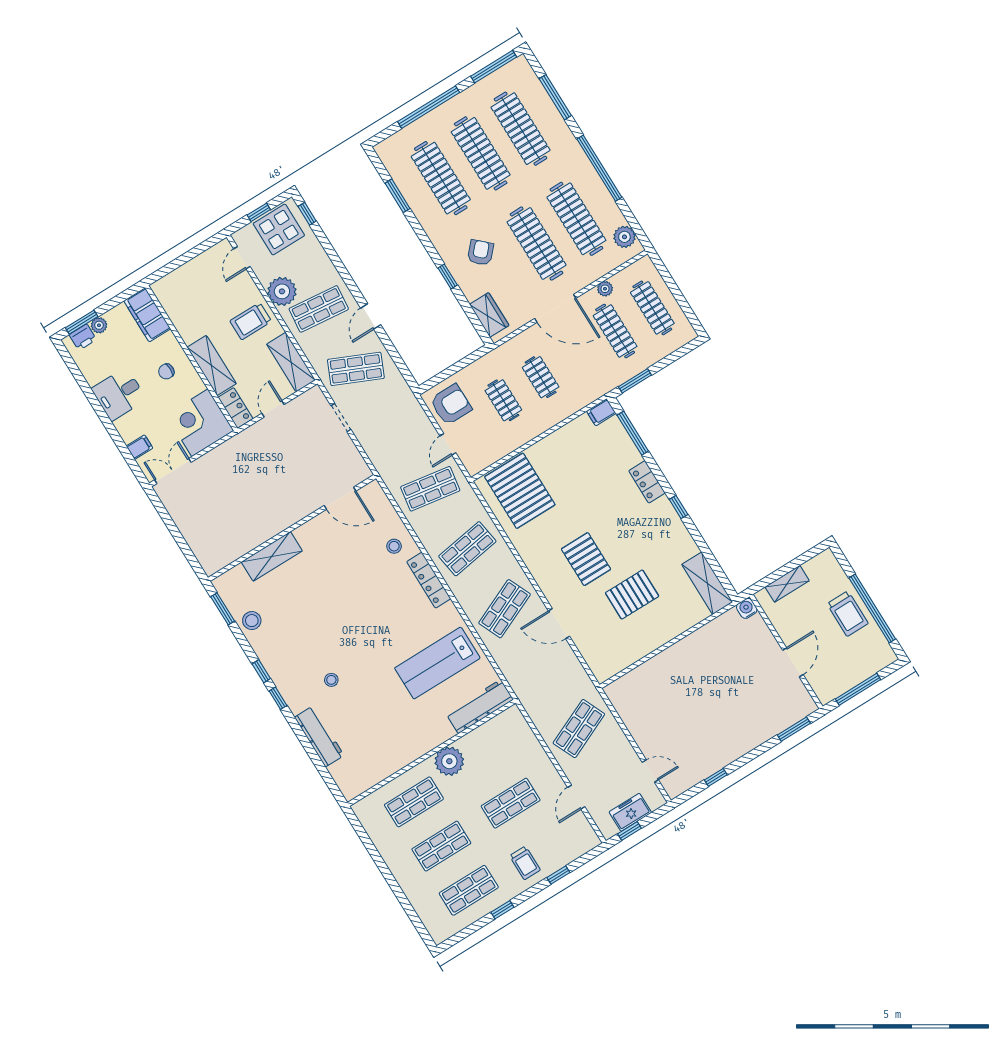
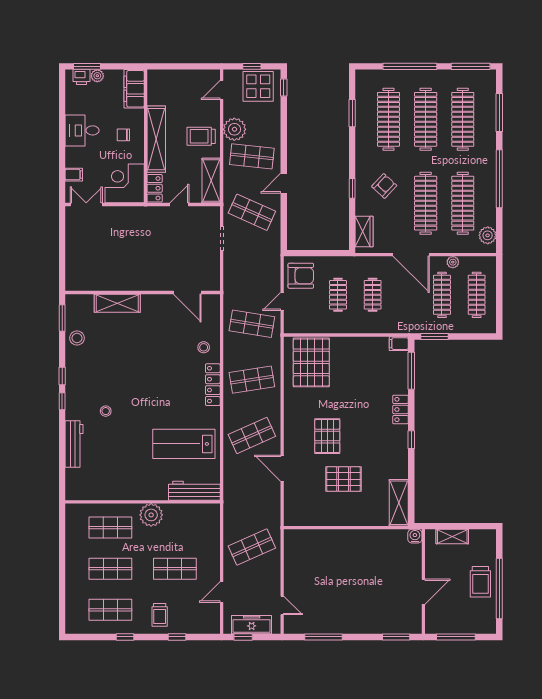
shelving: (212, 365) -> (156, 139), width x1.47
window: (716, 777) -> (324, 637), width x2.17
freezer: (630, 812) -> (252, 625), width x1.40

